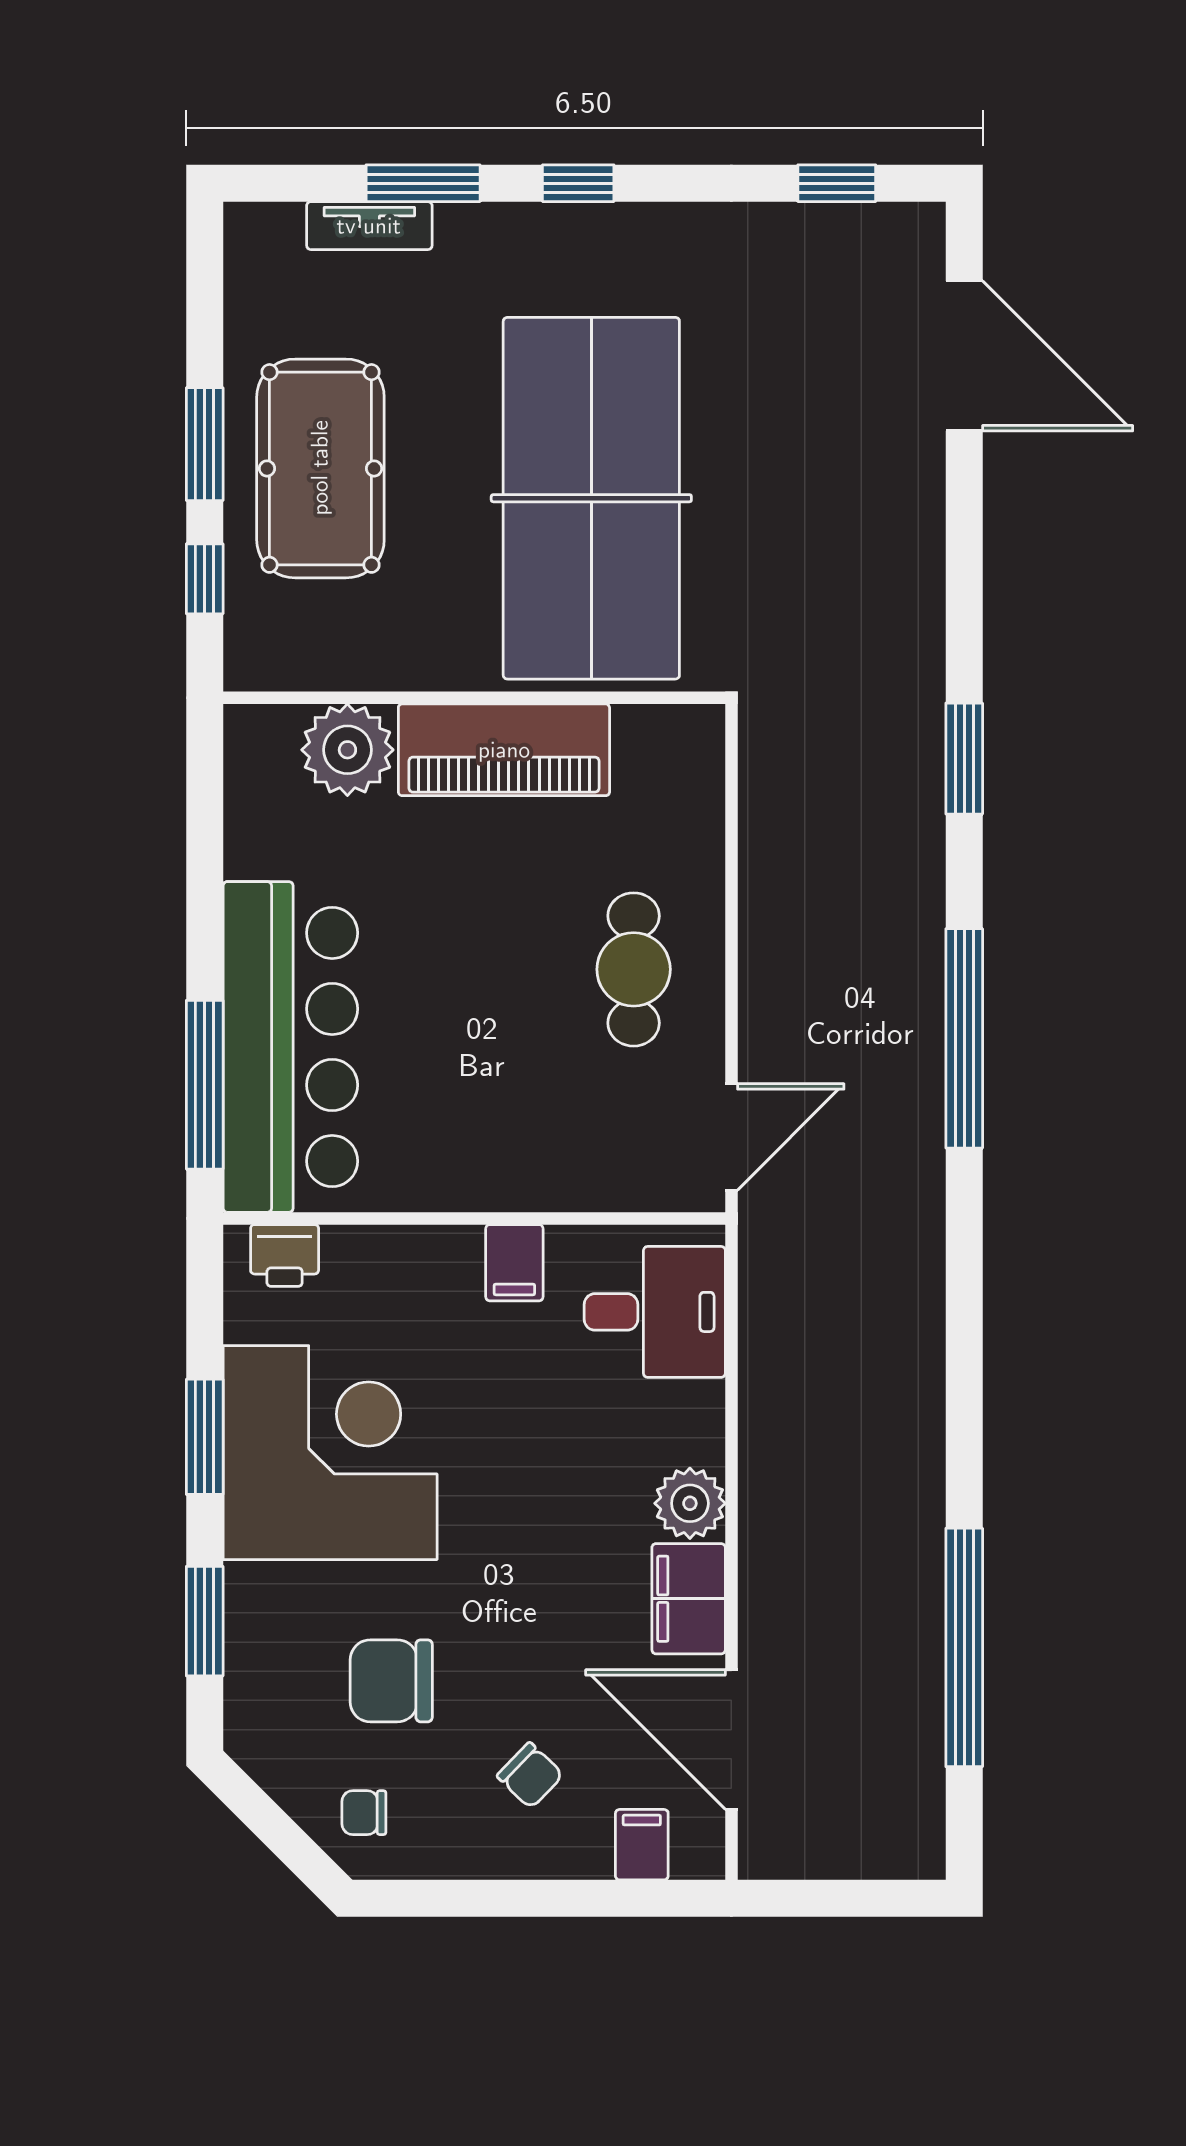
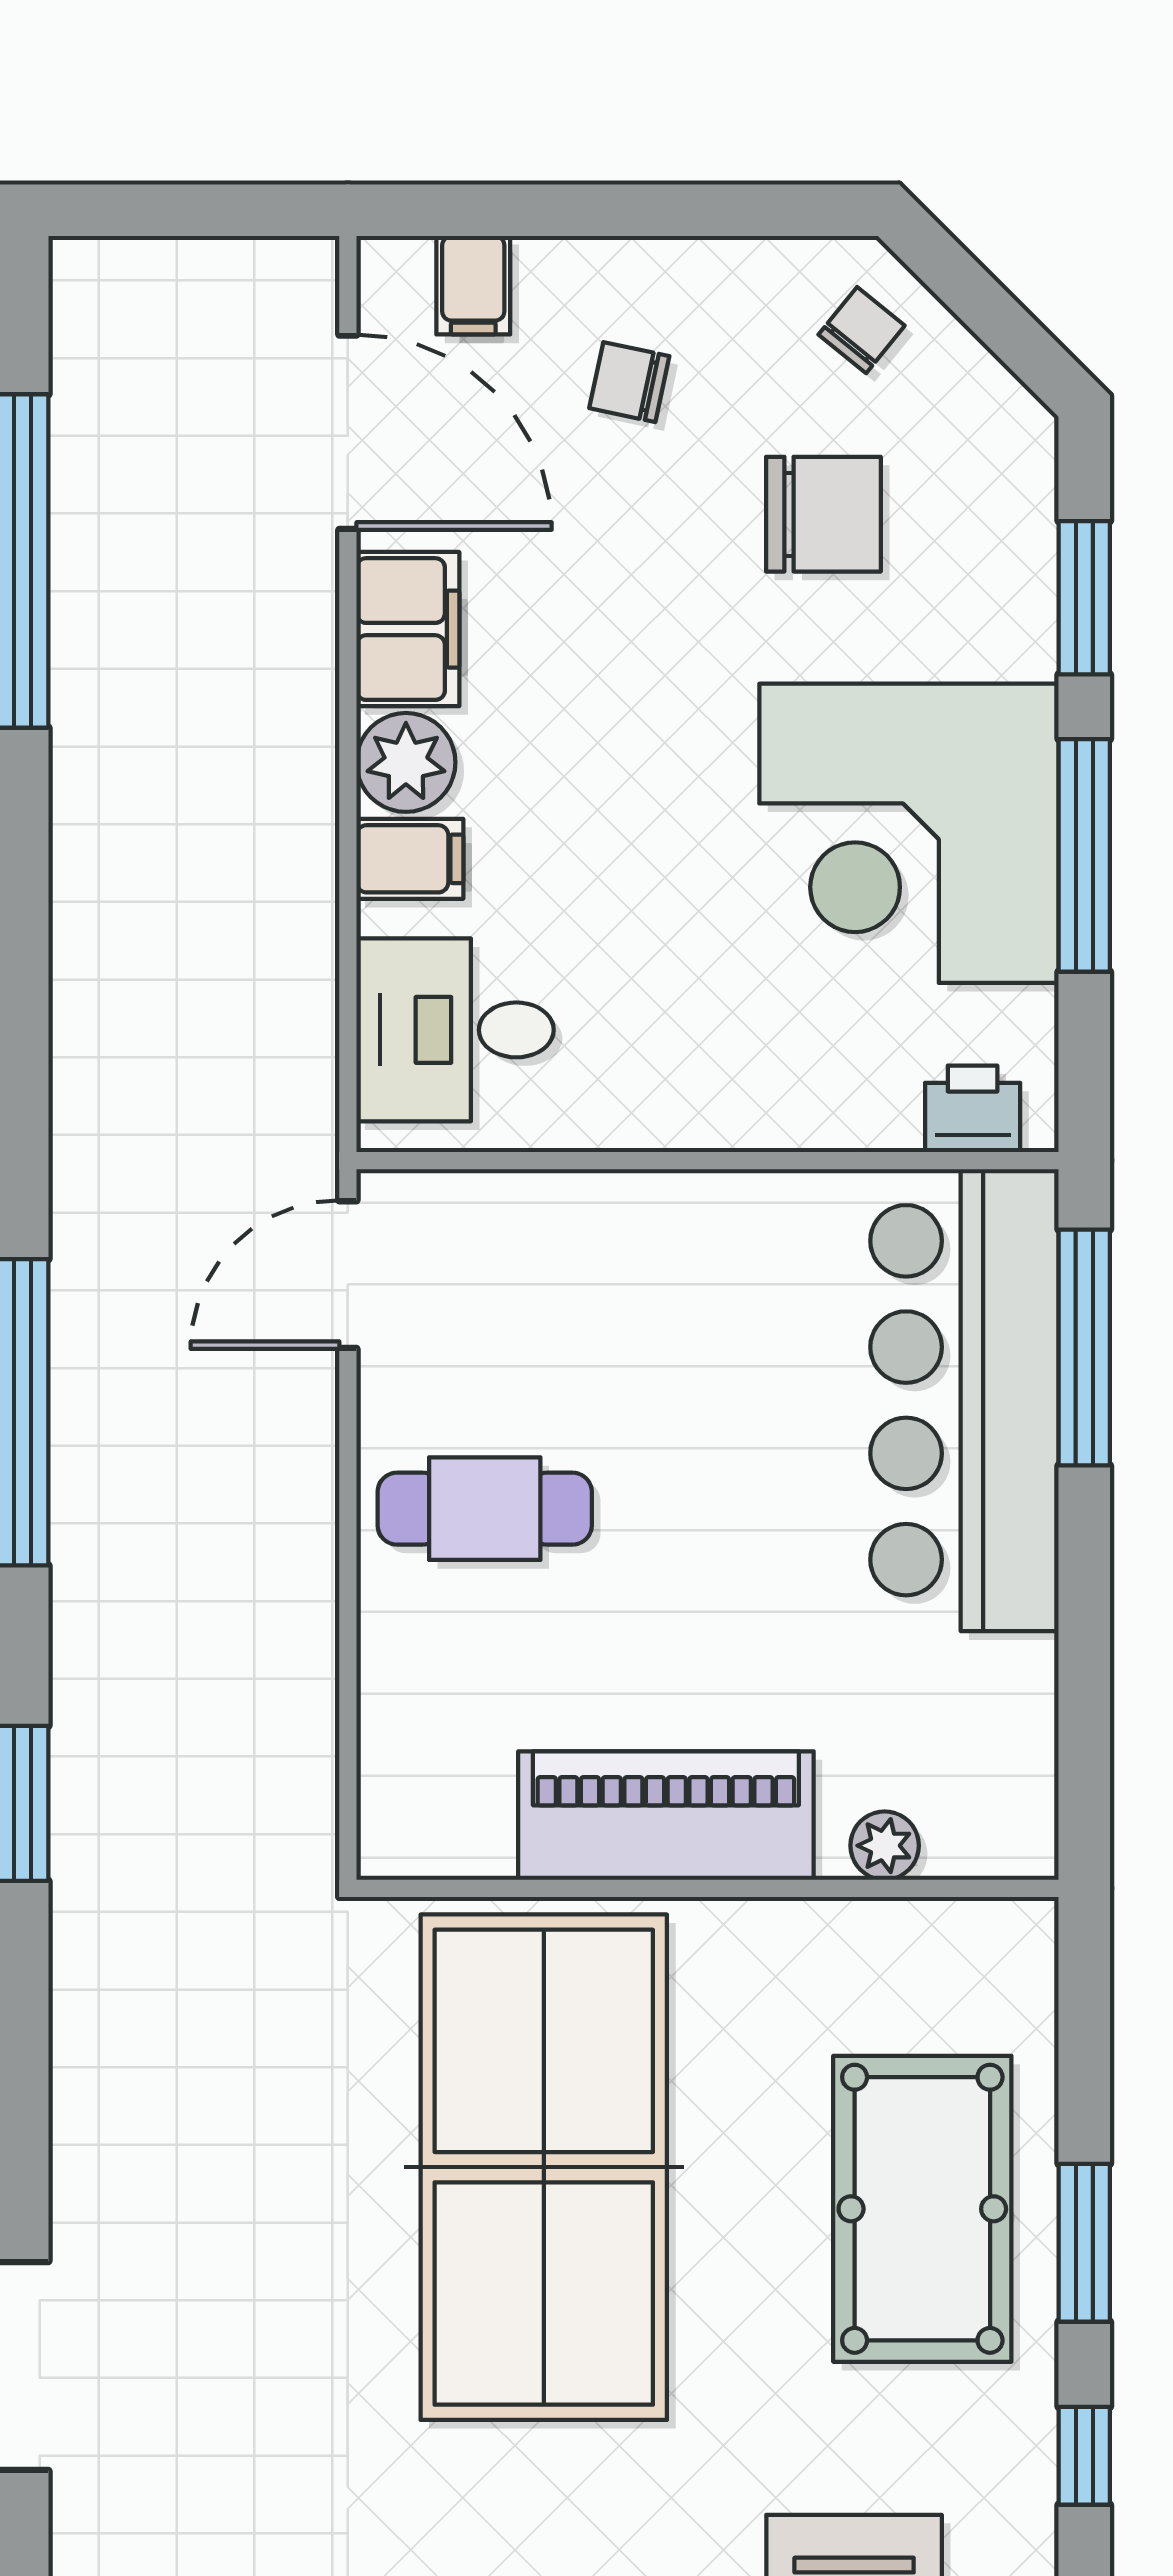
window: (205, 579) -> (1084, 2456), moved
plant: (347, 750) -> (885, 1846), width x0.53, depth x0.53
cafe table: (634, 969) -> (485, 1509), turned 90
filing cabinet: (514, 1263) -> (410, 859), moved, turned 90
window: (205, 1437) -> (1084, 855), width x1.44
chair: (530, 1775) -> (629, 382), turned -32
chair: (364, 1813) -> (862, 330), turned -51

